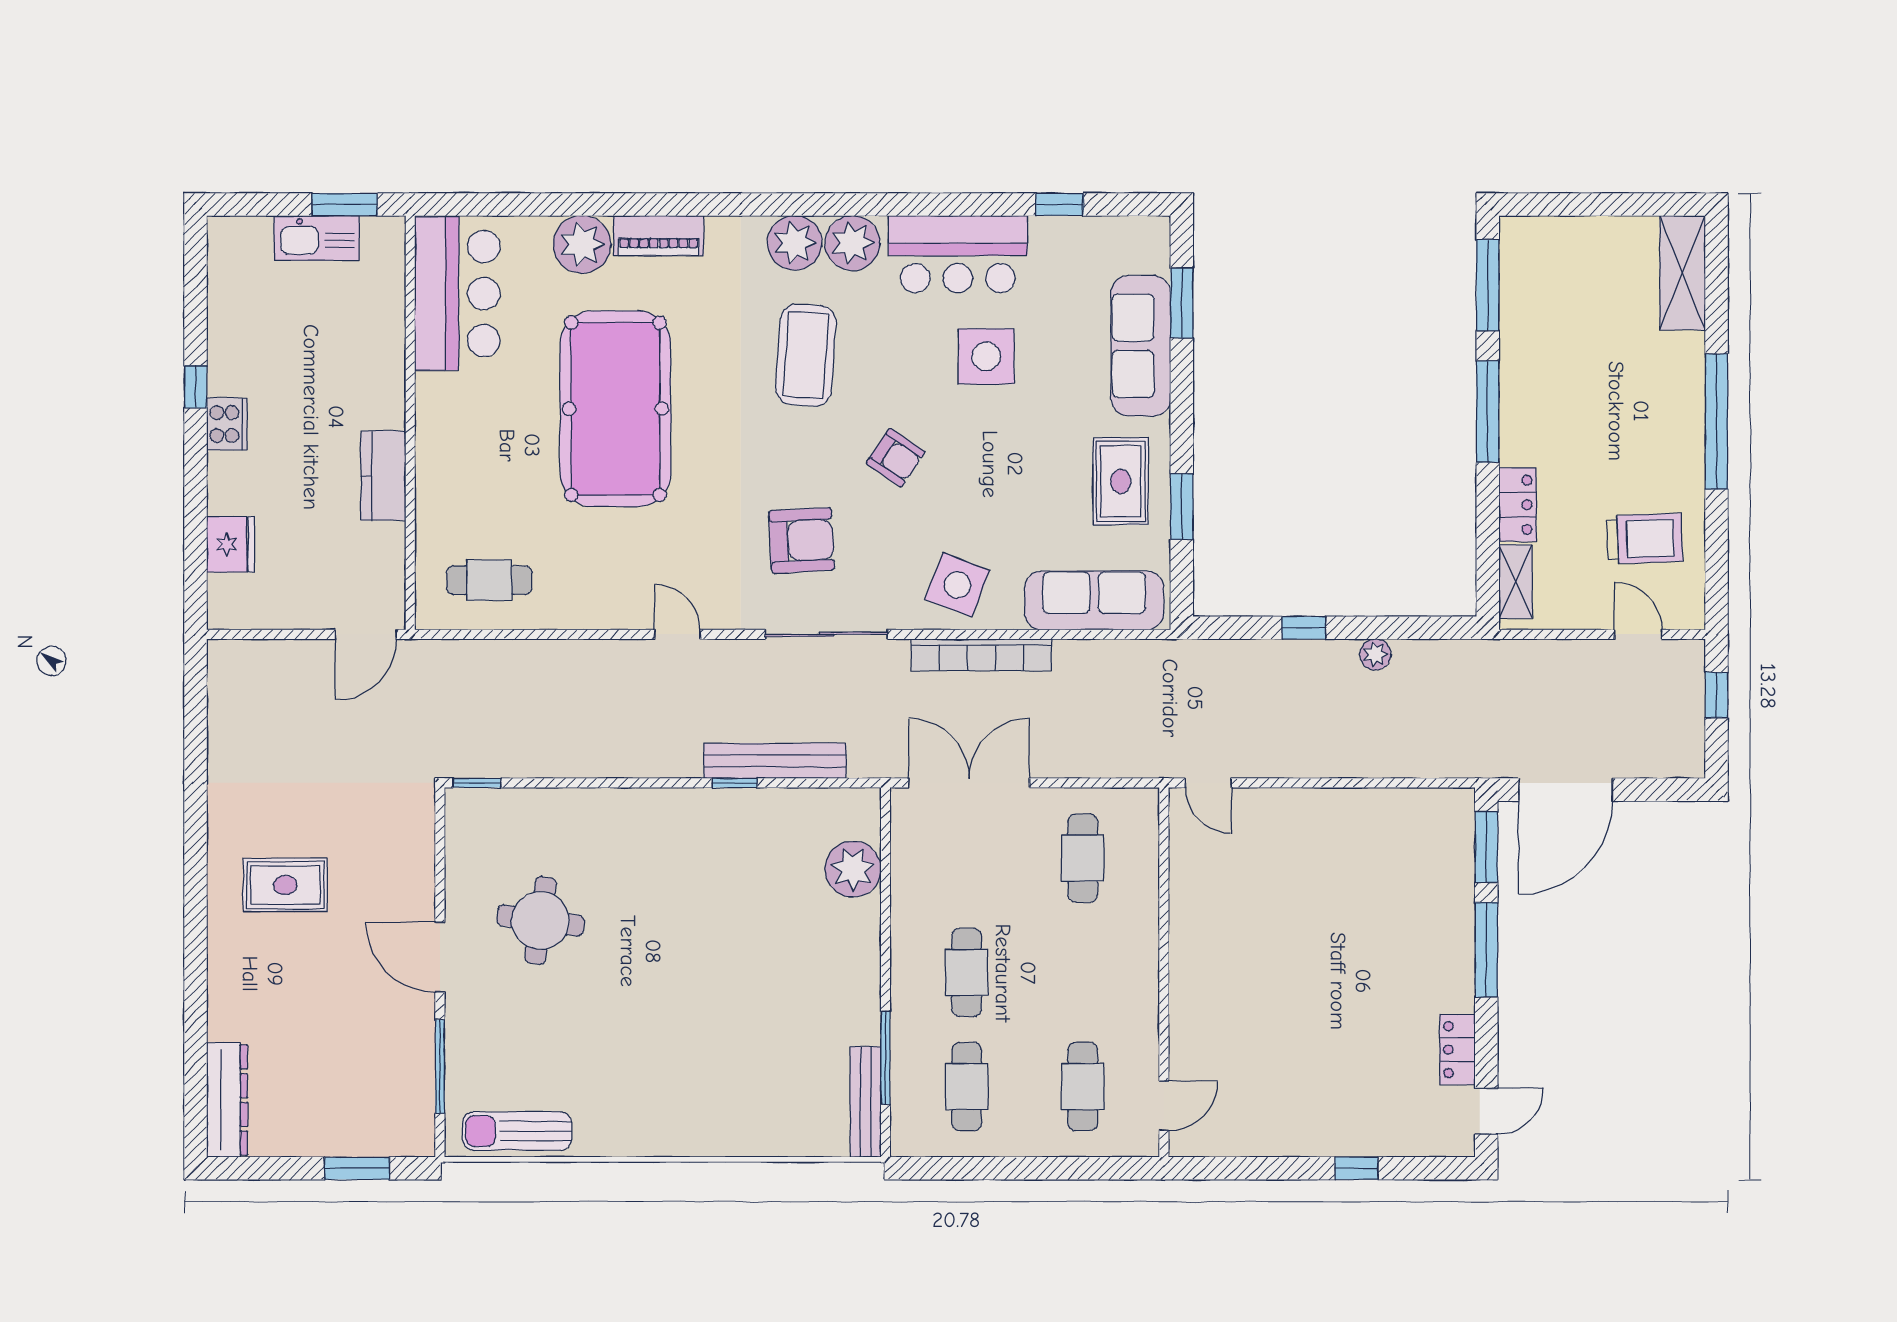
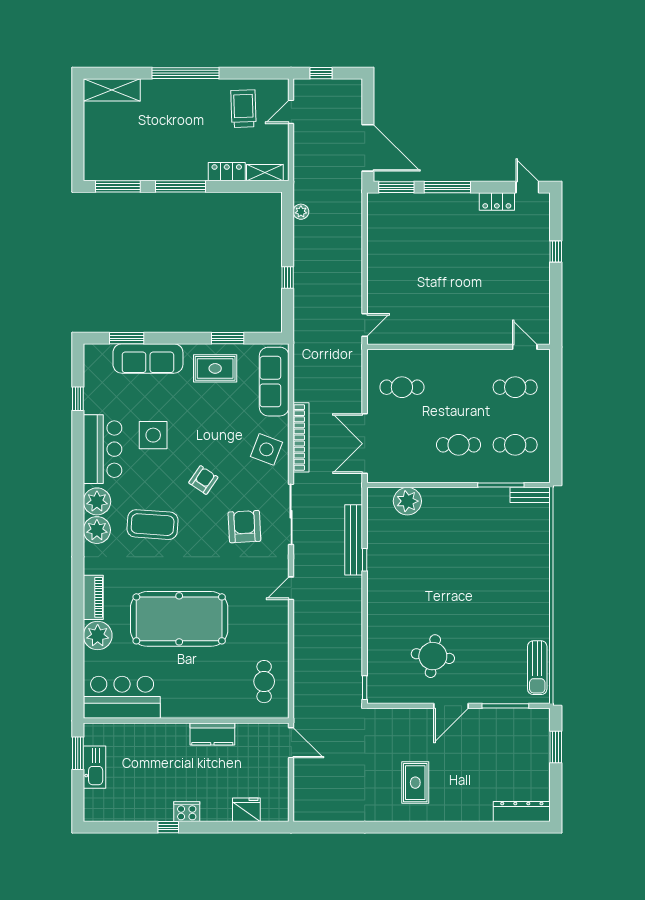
plant: (1375, 654) -> (301, 212), moved
bench: (866, 1102) -> (530, 495), width x0.73

